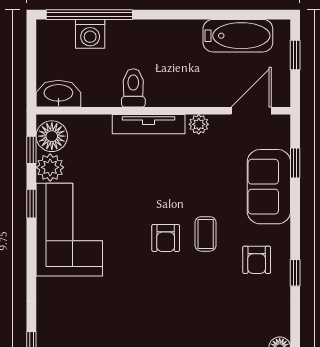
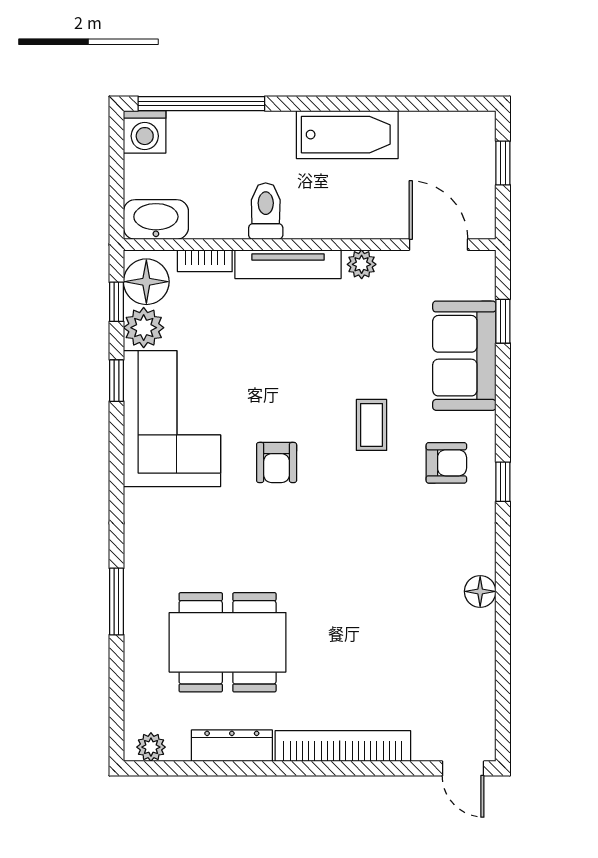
washing machine: (90, 34) -> (145, 132), moved
bathtub: (238, 36) -> (347, 135), moved
door: (251, 111) -> (438, 245), hinge flipped
bookcase: (92, 122) -> (205, 261), added
armchair: (166, 238) -> (277, 462), moved
armchair: (257, 260) -> (446, 463), turned -90

